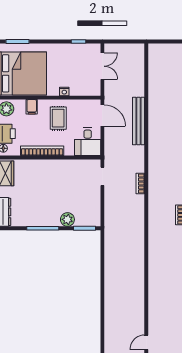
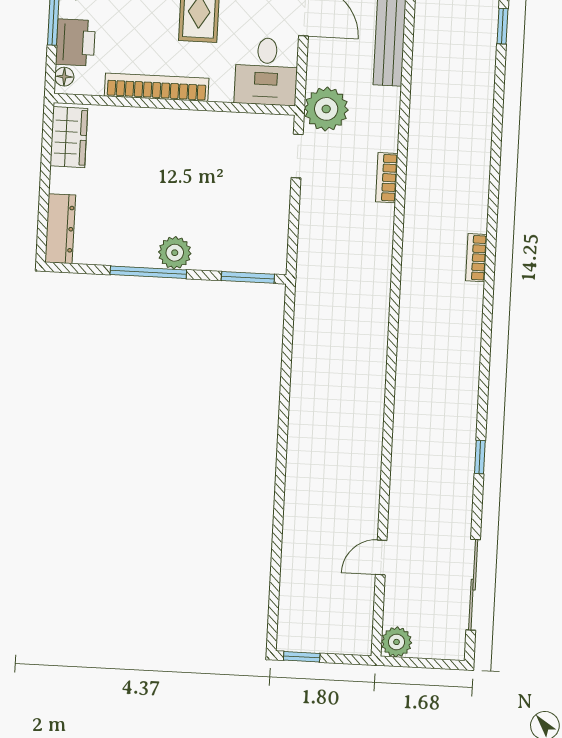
plant: (113, 156) -> (326, 109), added
plant: (67, 219) -> (175, 253), moved

